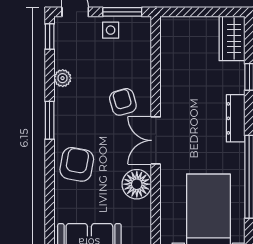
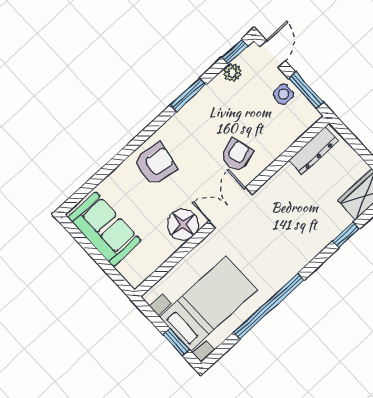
plant: (63, 78) -> (232, 73), moved
dresser: (236, 118) -> (314, 150), moved, turned 180
window: (50, 120) -> (188, 95), moved

